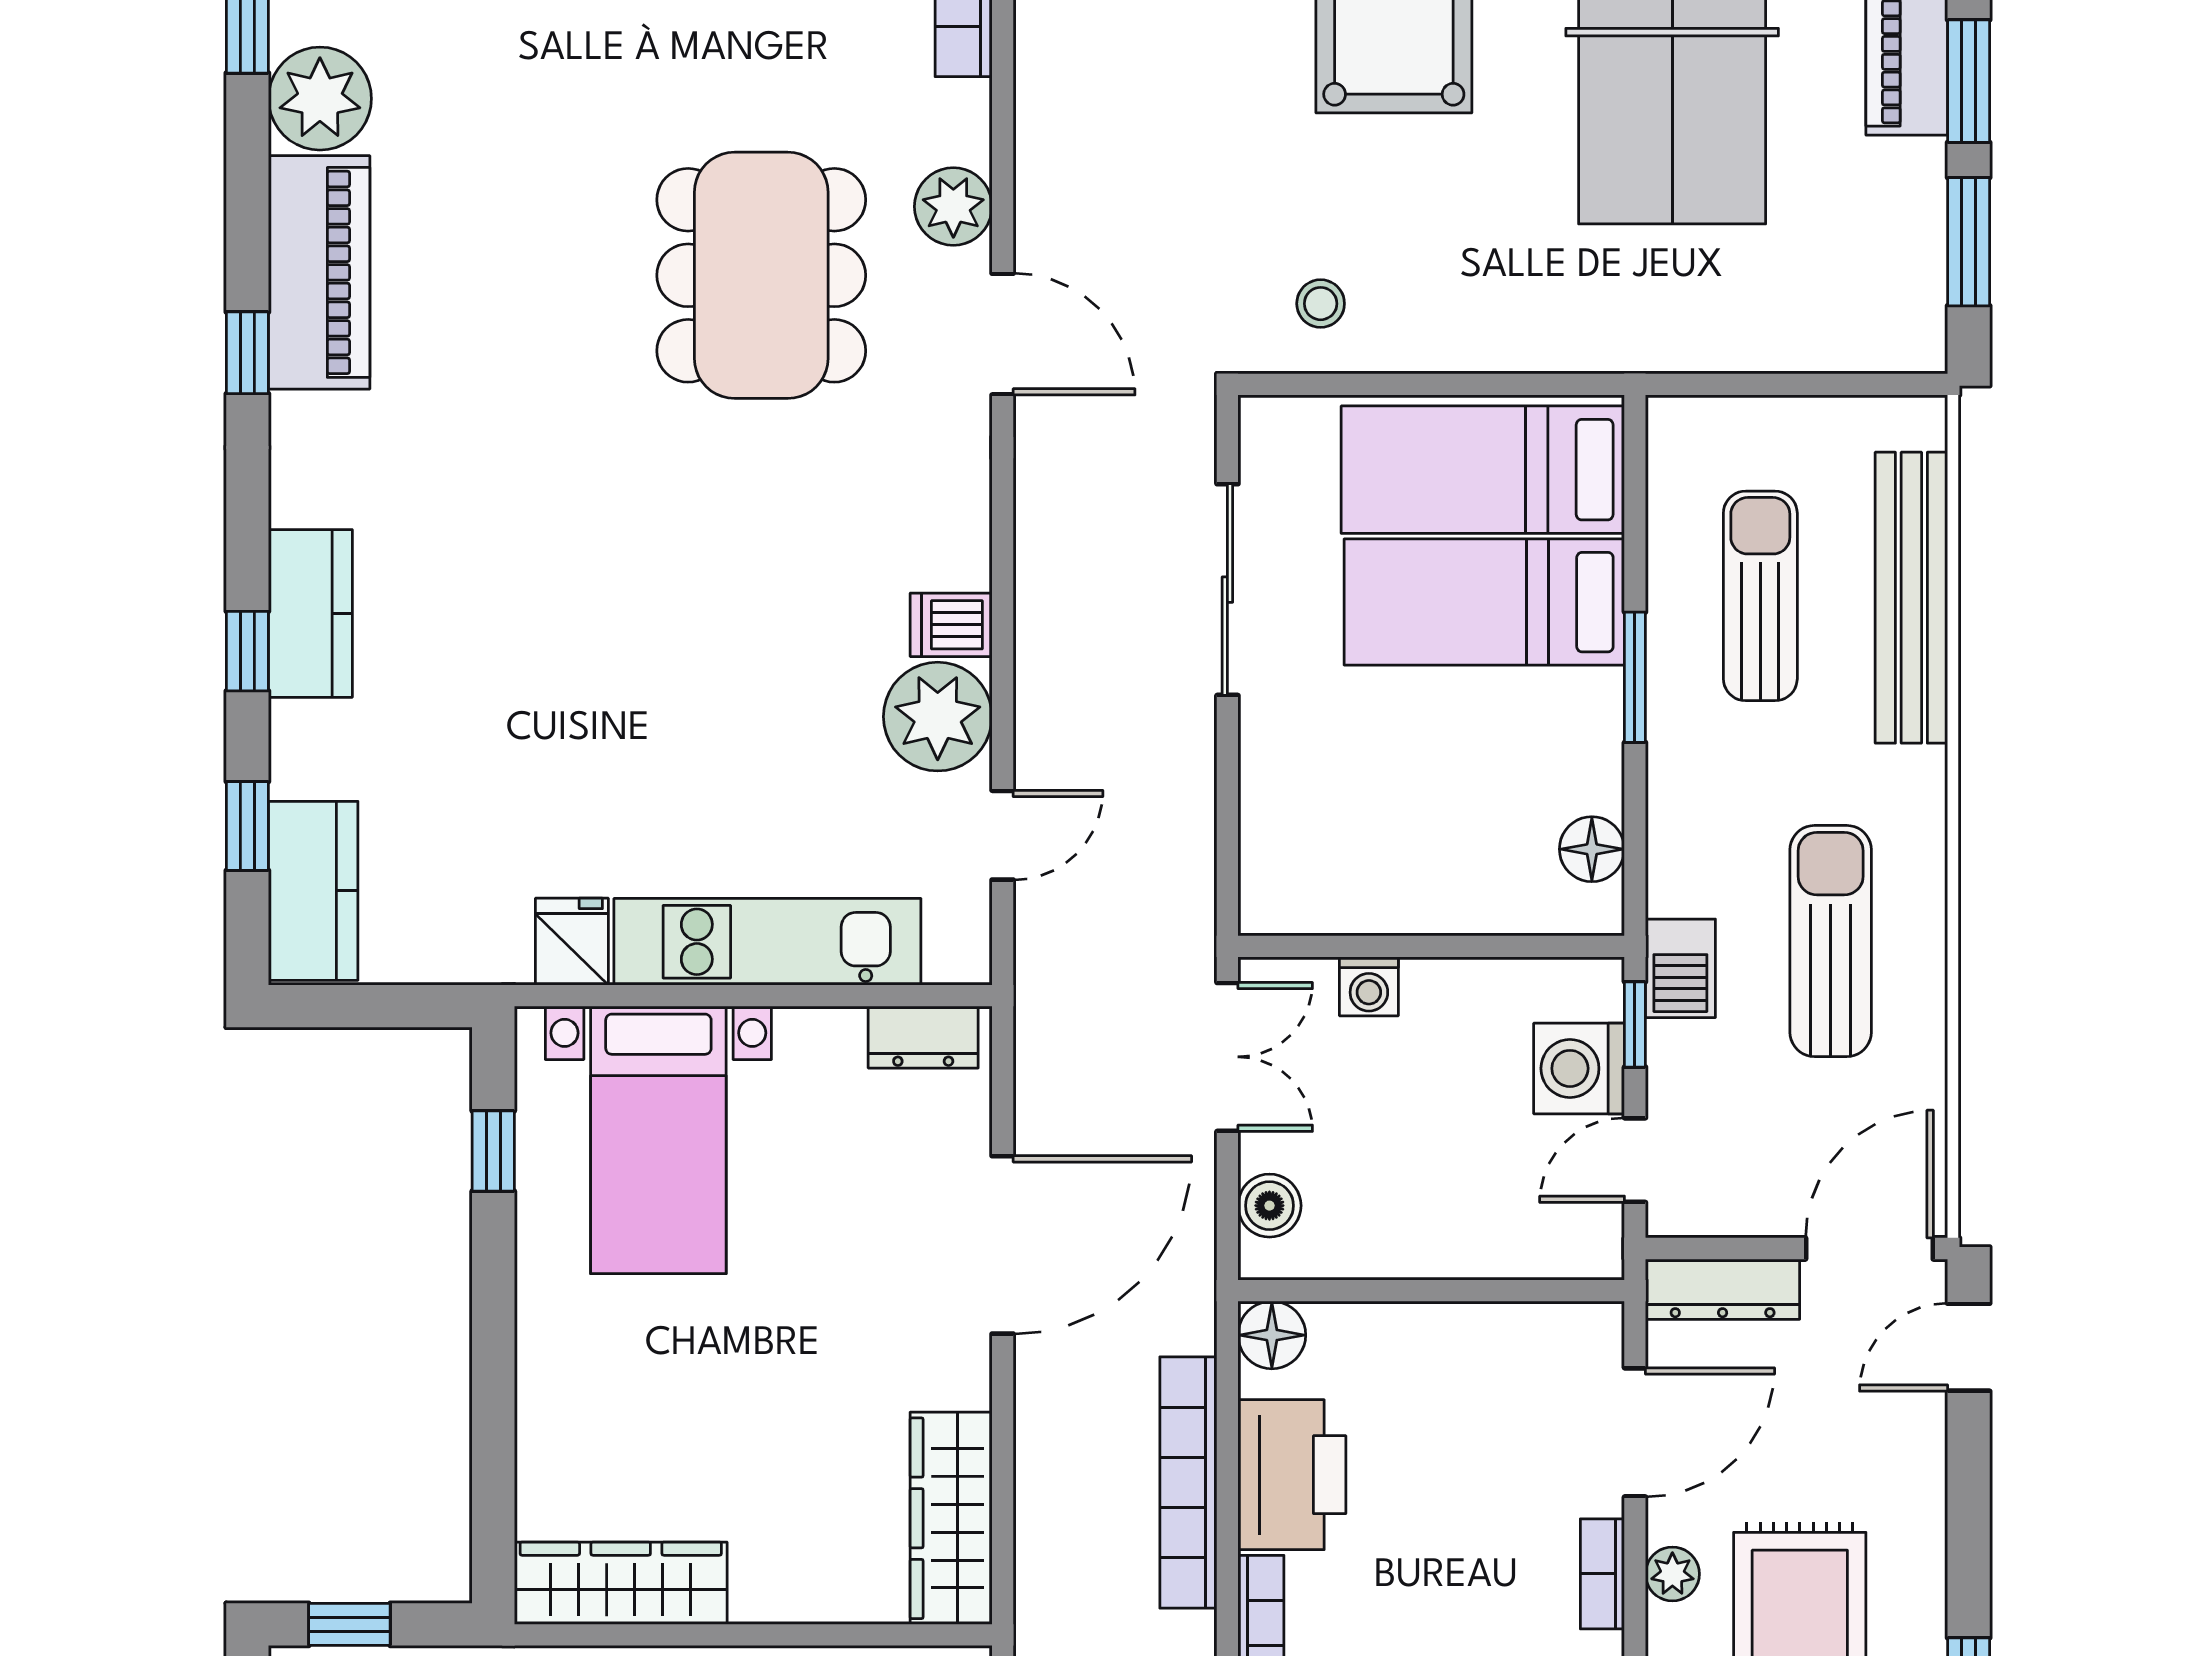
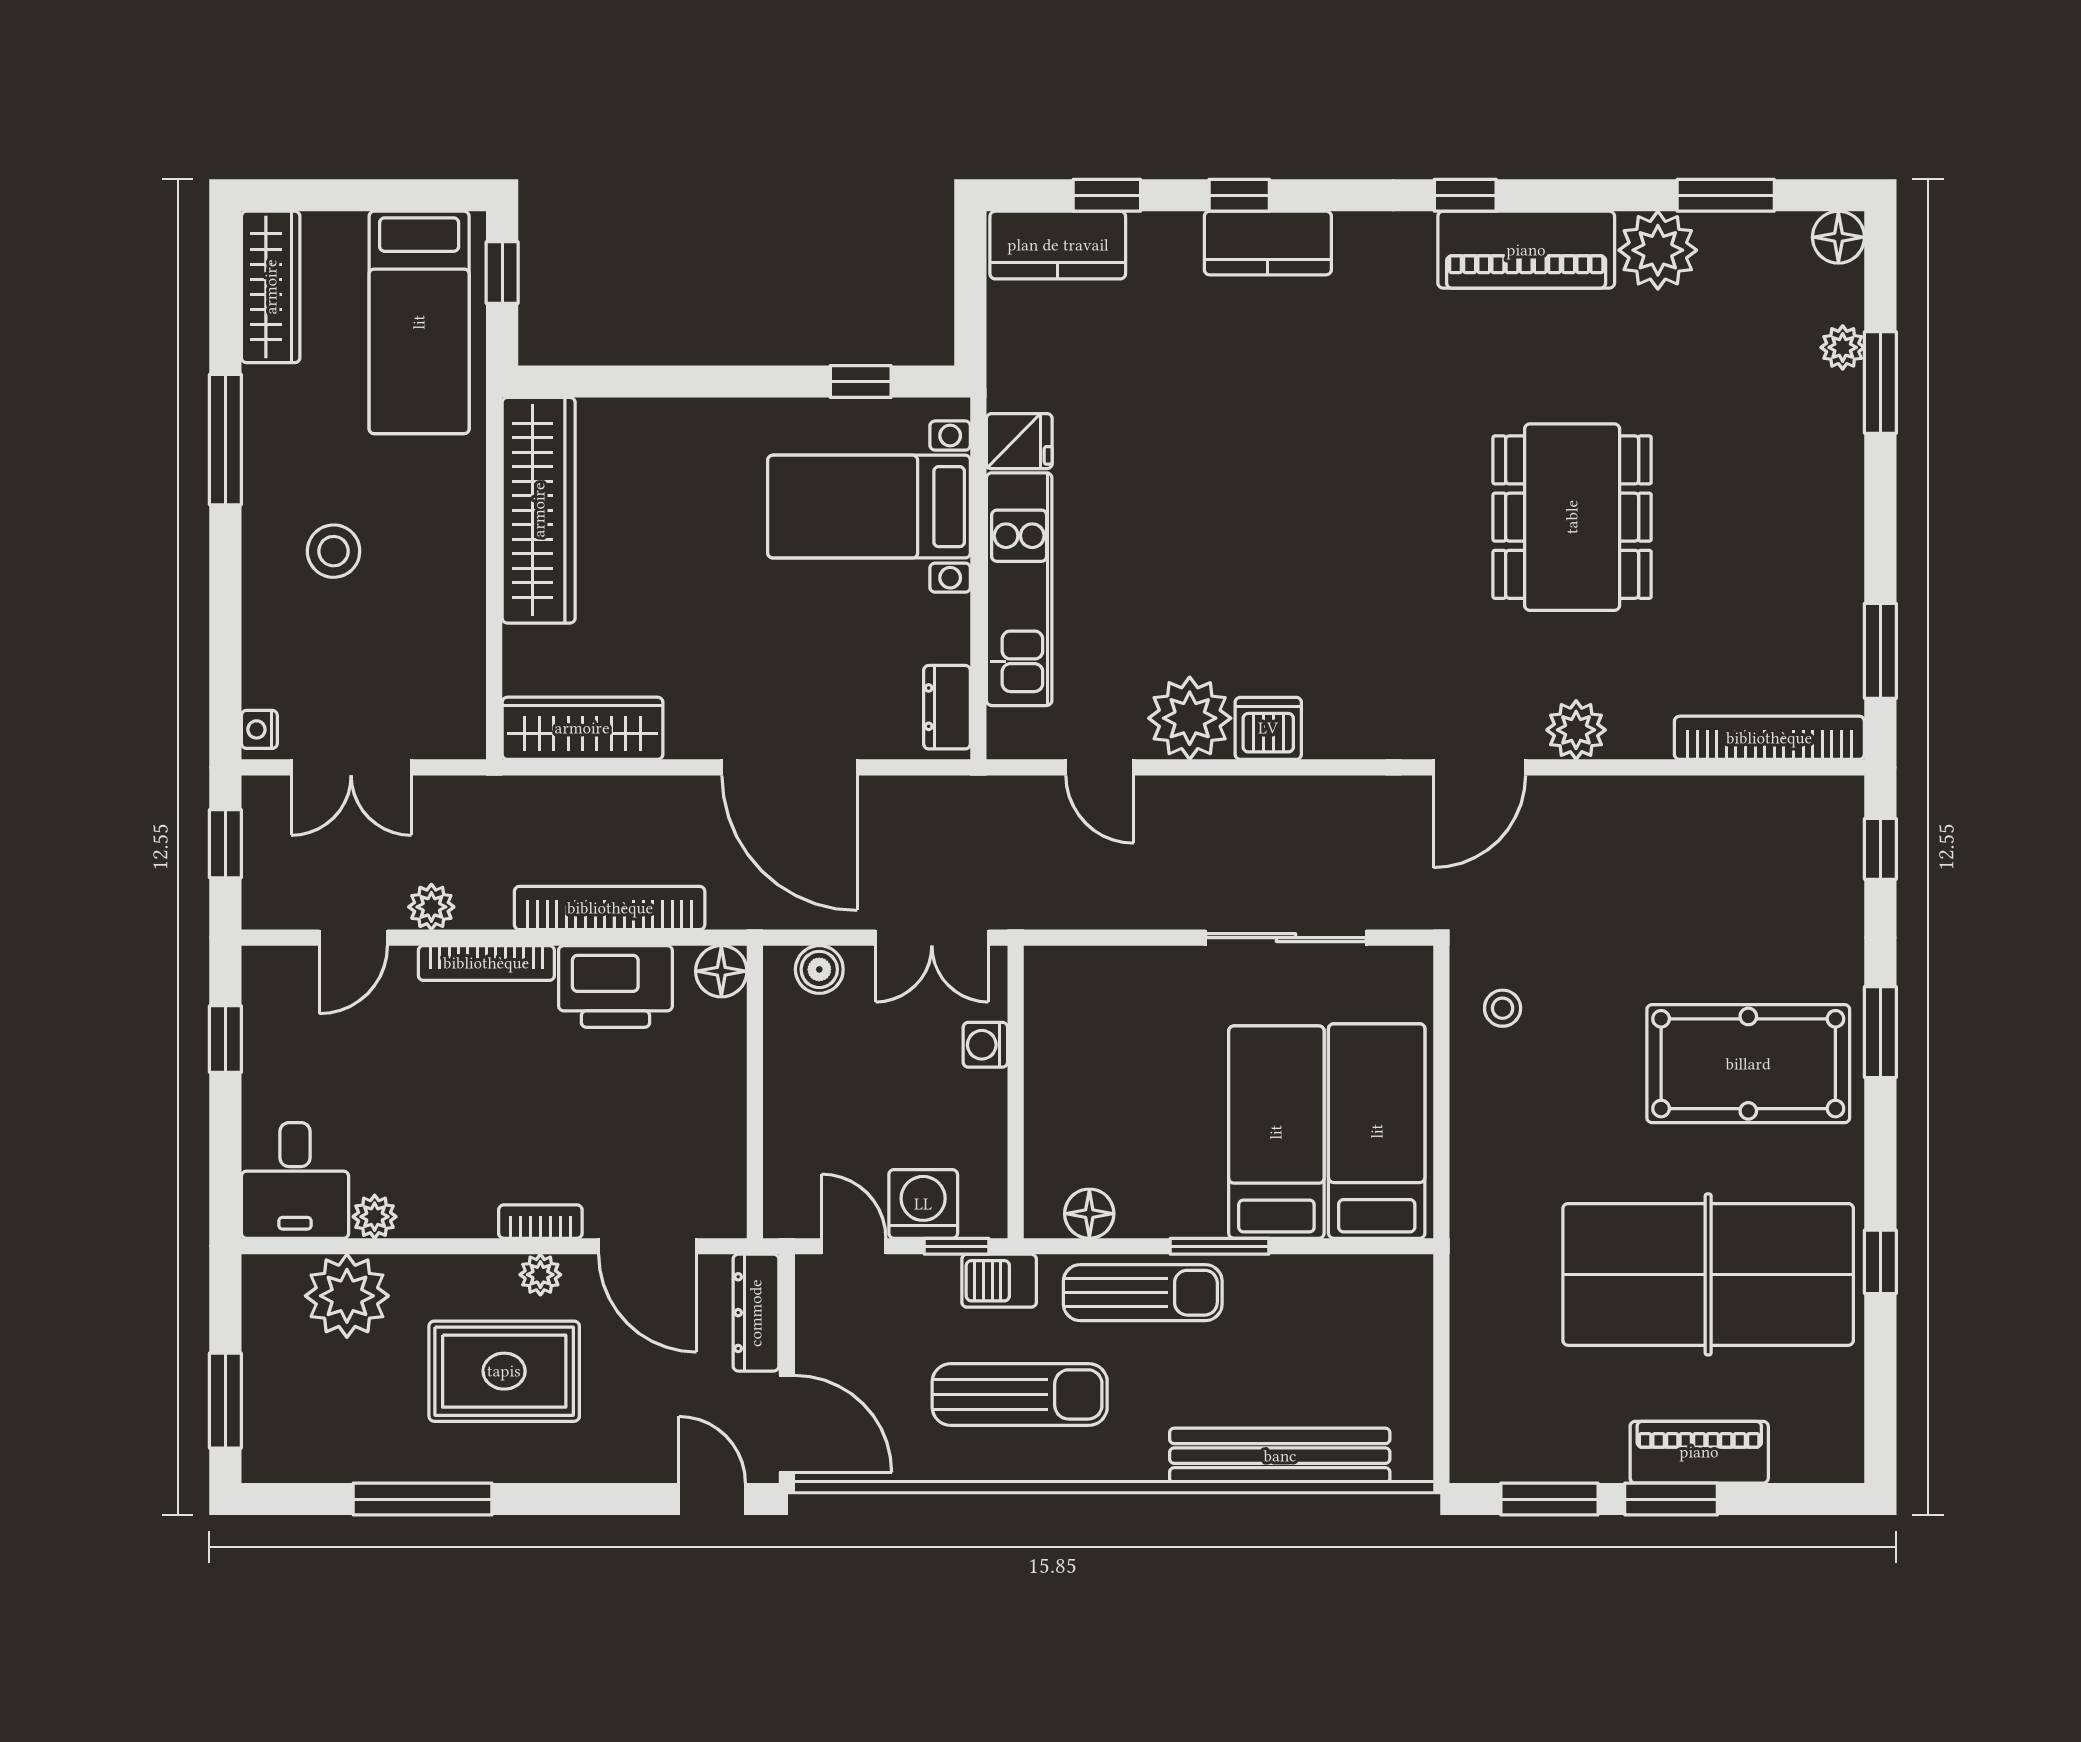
dining table: (761, 275) -> (1572, 517), moved, turned 90
sun lounger: (1760, 596) -> (1143, 1293), moved
dishwasher: (951, 625) -> (1268, 728), width x1.38
wardrobe: (621, 1583) -> (539, 510), width x1.40, depth x1.17

